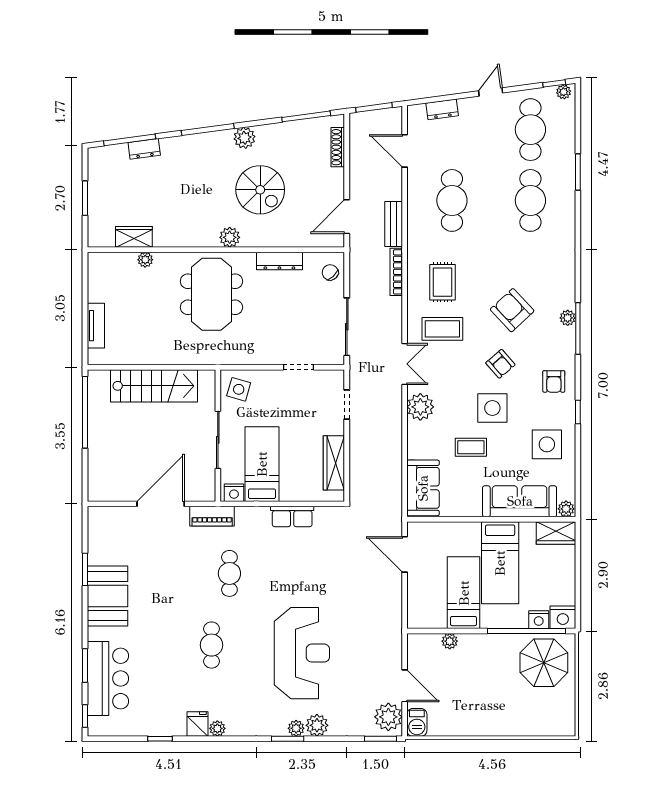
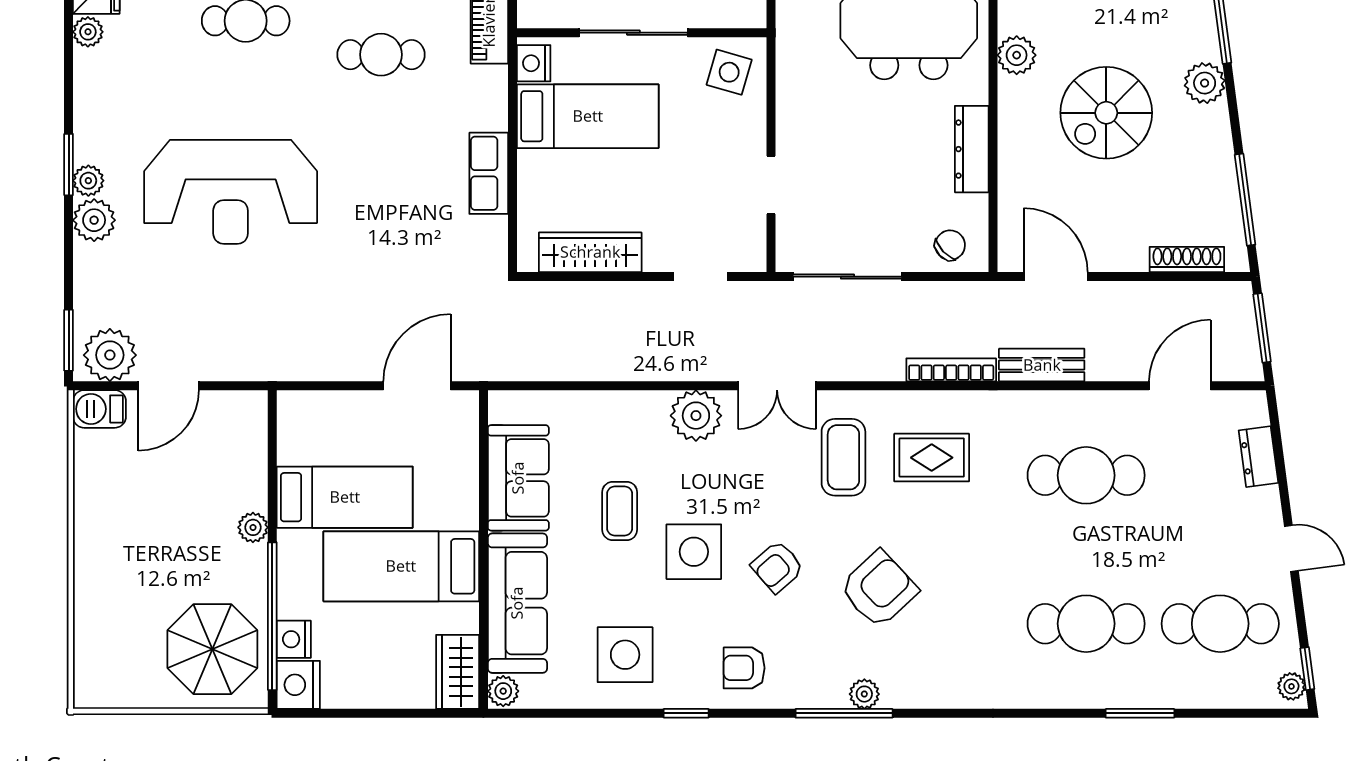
sofa: (423, 488) -> (518, 478), moved, turned -90
plant: (450, 641) -> (253, 527), moved

